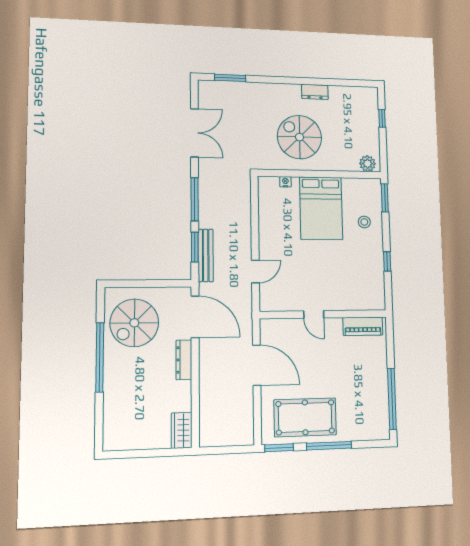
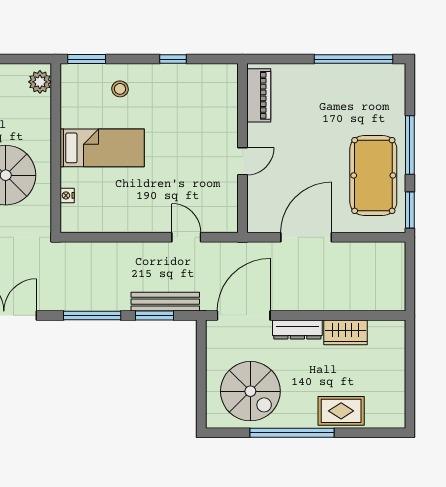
bed: (321, 208) -> (102, 148), width x0.67
rug: (118, 397) -> (341, 411), added
wardrobe: (182, 430) -> (345, 332), moved

